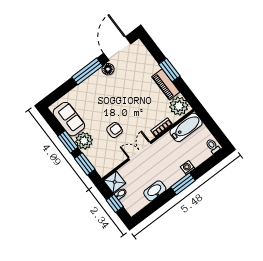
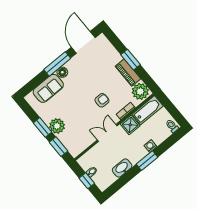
floor lamp: (108, 69) -> (62, 72), moved
sofa: (69, 119) -> (48, 88), moved, turned 90
armchair: (115, 130) -> (102, 100), moved
shower: (115, 182) -> (130, 125), moved

